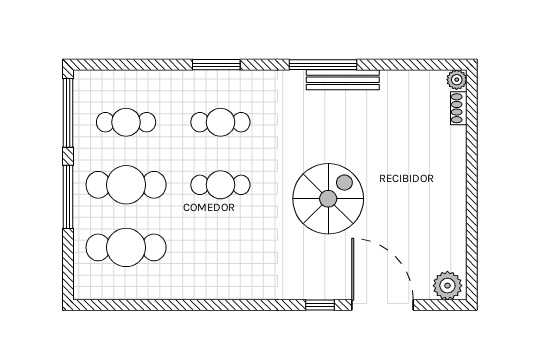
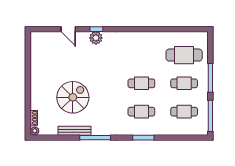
bench: (343, 80) -> (75, 131), moved
cafe table: (126, 185) -> (184, 83), width x0.73, depth x0.74
spiral stairs: (328, 199) -> (73, 97), moved, turned 180
plant: (447, 286) -> (96, 38), moved
door: (383, 305) -> (68, 29), width x0.53

